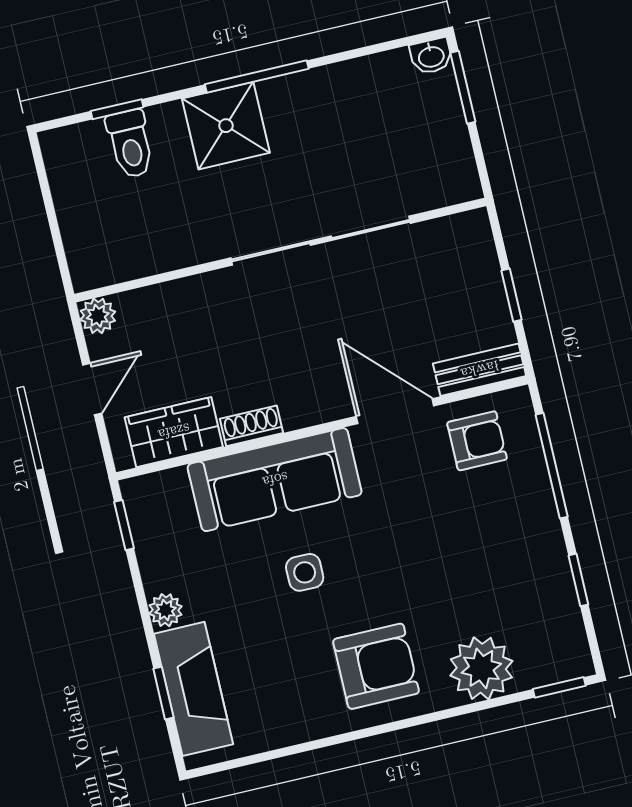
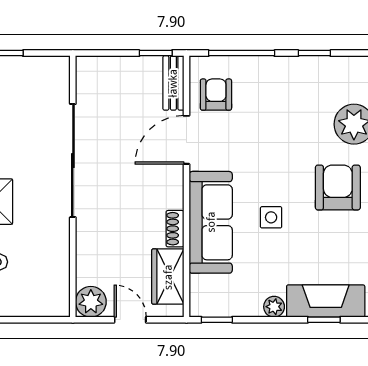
window: (512, 295) -> (156, 53), moved
plant: (98, 316) -> (91, 302), width x1.38, depth x1.38

